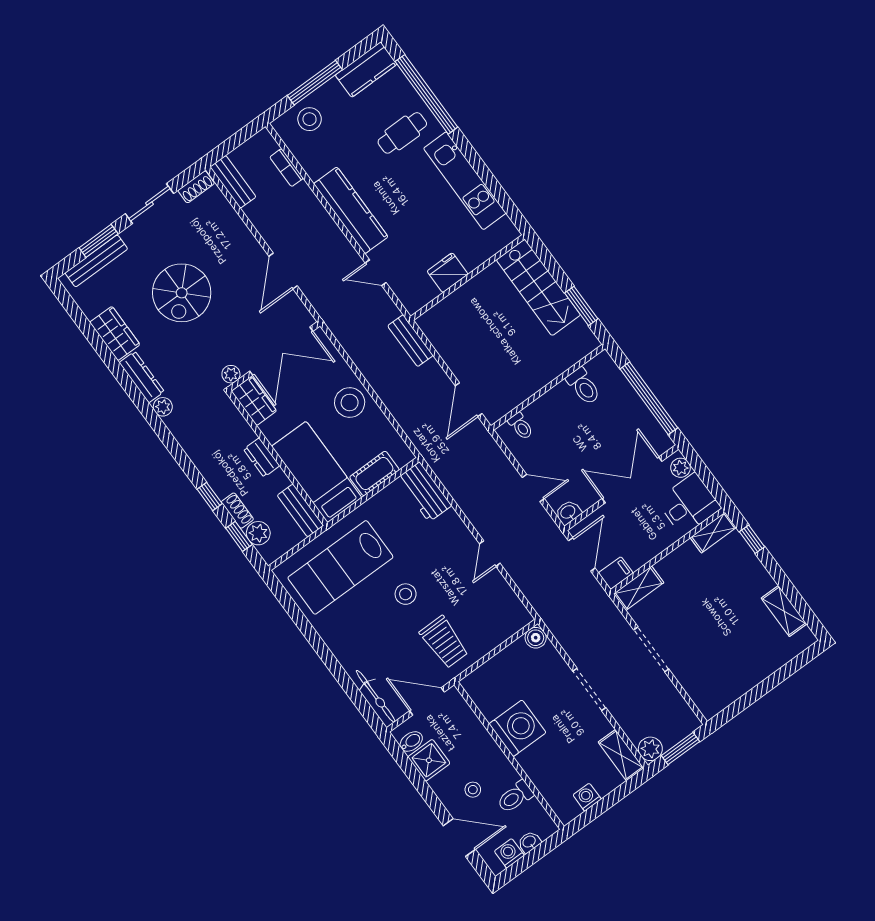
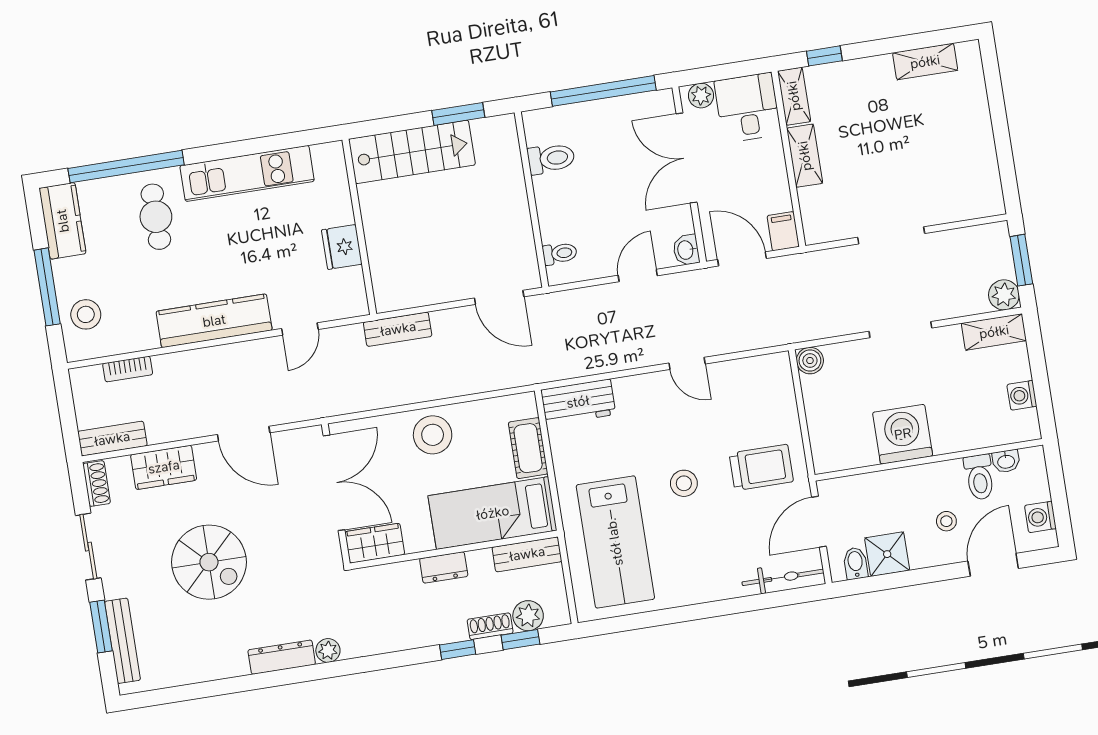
wardrobe: (115, 333) -> (164, 467), moved, turned 180
plant: (231, 374) -> (331, 554), removed
shelving: (639, 588) -> (805, 156), moved
washbasin: (529, 842) -> (1006, 461), moved, turned -90

